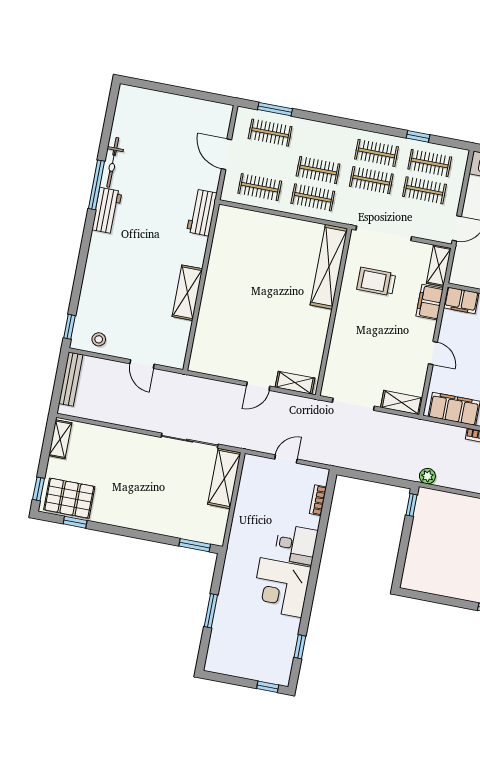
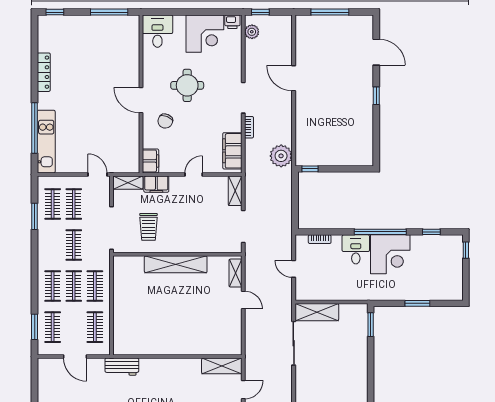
window: (418, 136) -> (35, 216), width x1.50
clothes rail: (376, 153) -> (53, 286), moved
door: (226, 154) -> (75, 357), hinge flipped
shelving: (329, 267) -> (176, 264), moved
shelving: (187, 293) -> (222, 366), moved
plant: (427, 476) -> (281, 156), width x1.87, depth x1.87
window: (312, 580) -> (380, 232), added

